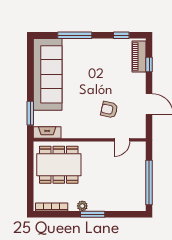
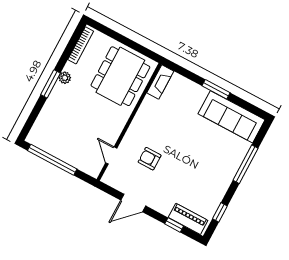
sofa: (48, 74) -> (232, 117), width x0.74, depth x0.79
armchair: (109, 110) -> (150, 159), turned -103
window: (30, 113) -> (216, 89), moved

